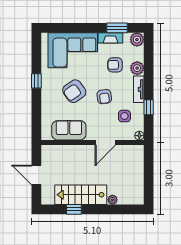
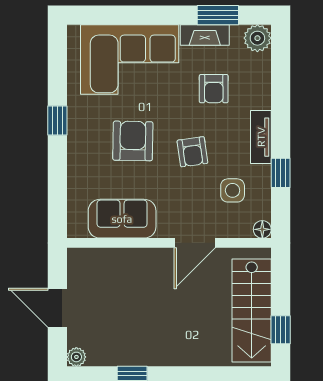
armchair: (115, 65) -> (214, 89), turned -90
plant: (137, 68) -> (258, 95), removed
armchair: (74, 91) -> (133, 141), turned 126
window: (149, 186) -> (281, 330), added
stairs: (81, 195) -> (252, 311), moved, turned -90
plant: (112, 200) -> (76, 357), moved

